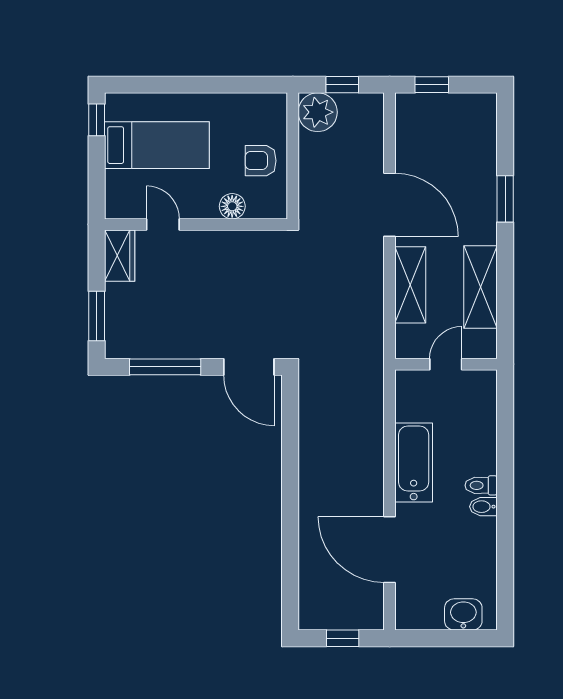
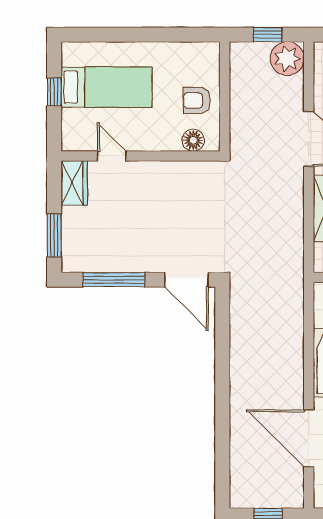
plant: (318, 112) -> (287, 59), moved
window: (97, 120) -> (54, 92), moved
floor lamp: (232, 206) -> (193, 140), moved

